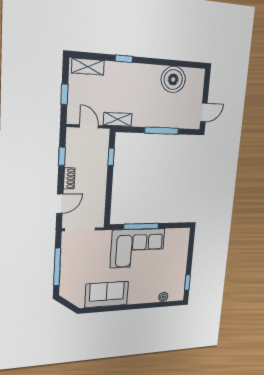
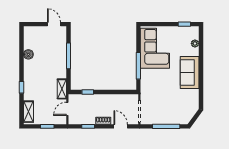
boiler: (173, 79) -> (28, 54), width x0.54, depth x0.54
corner sofa: (138, 248) -> (155, 48), moved
sofa: (107, 294) -> (190, 73), moved

